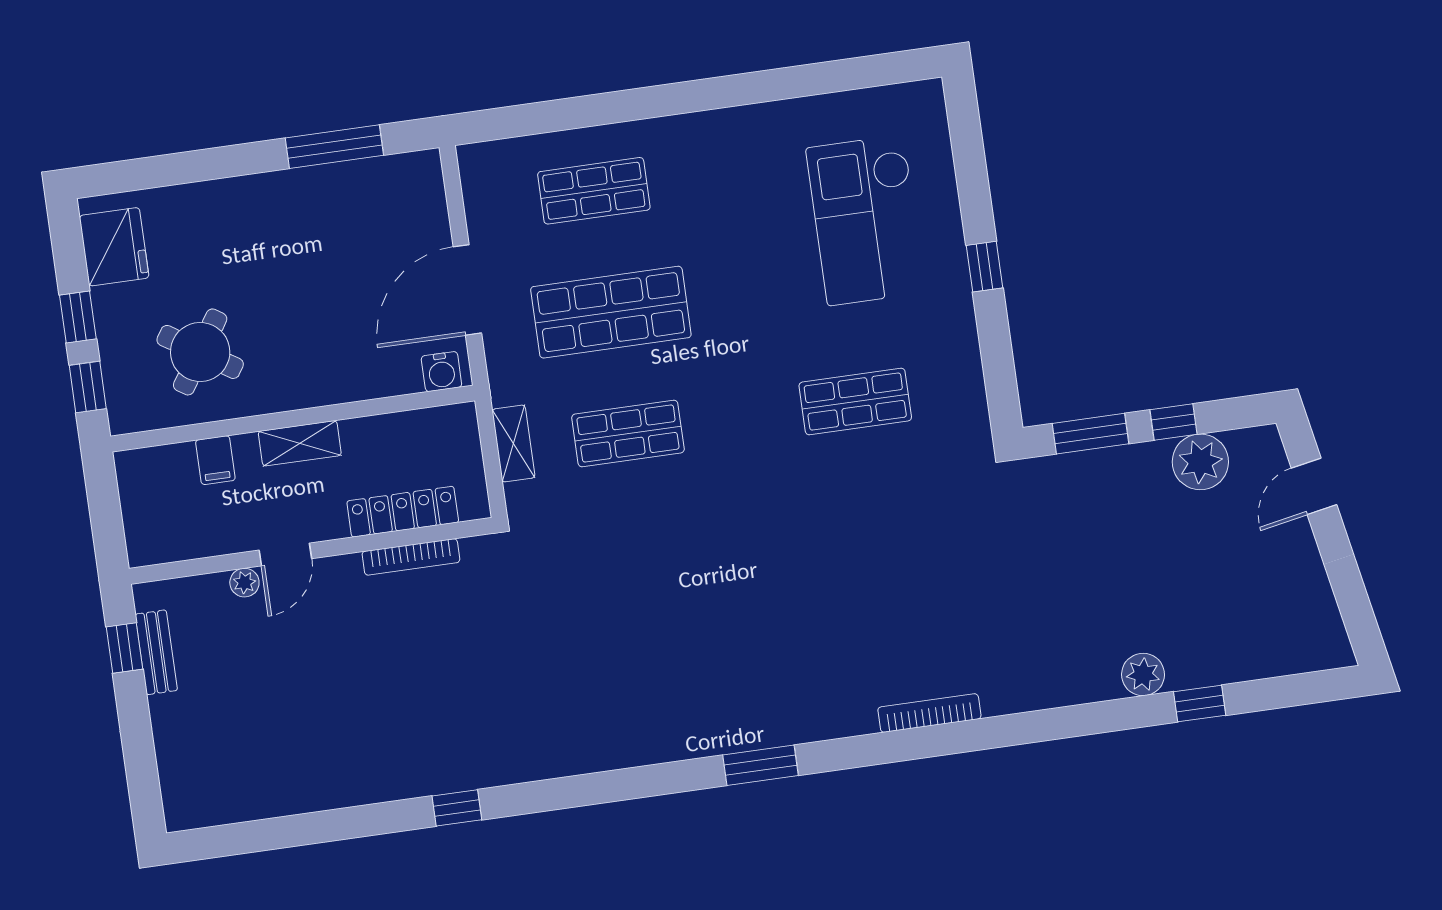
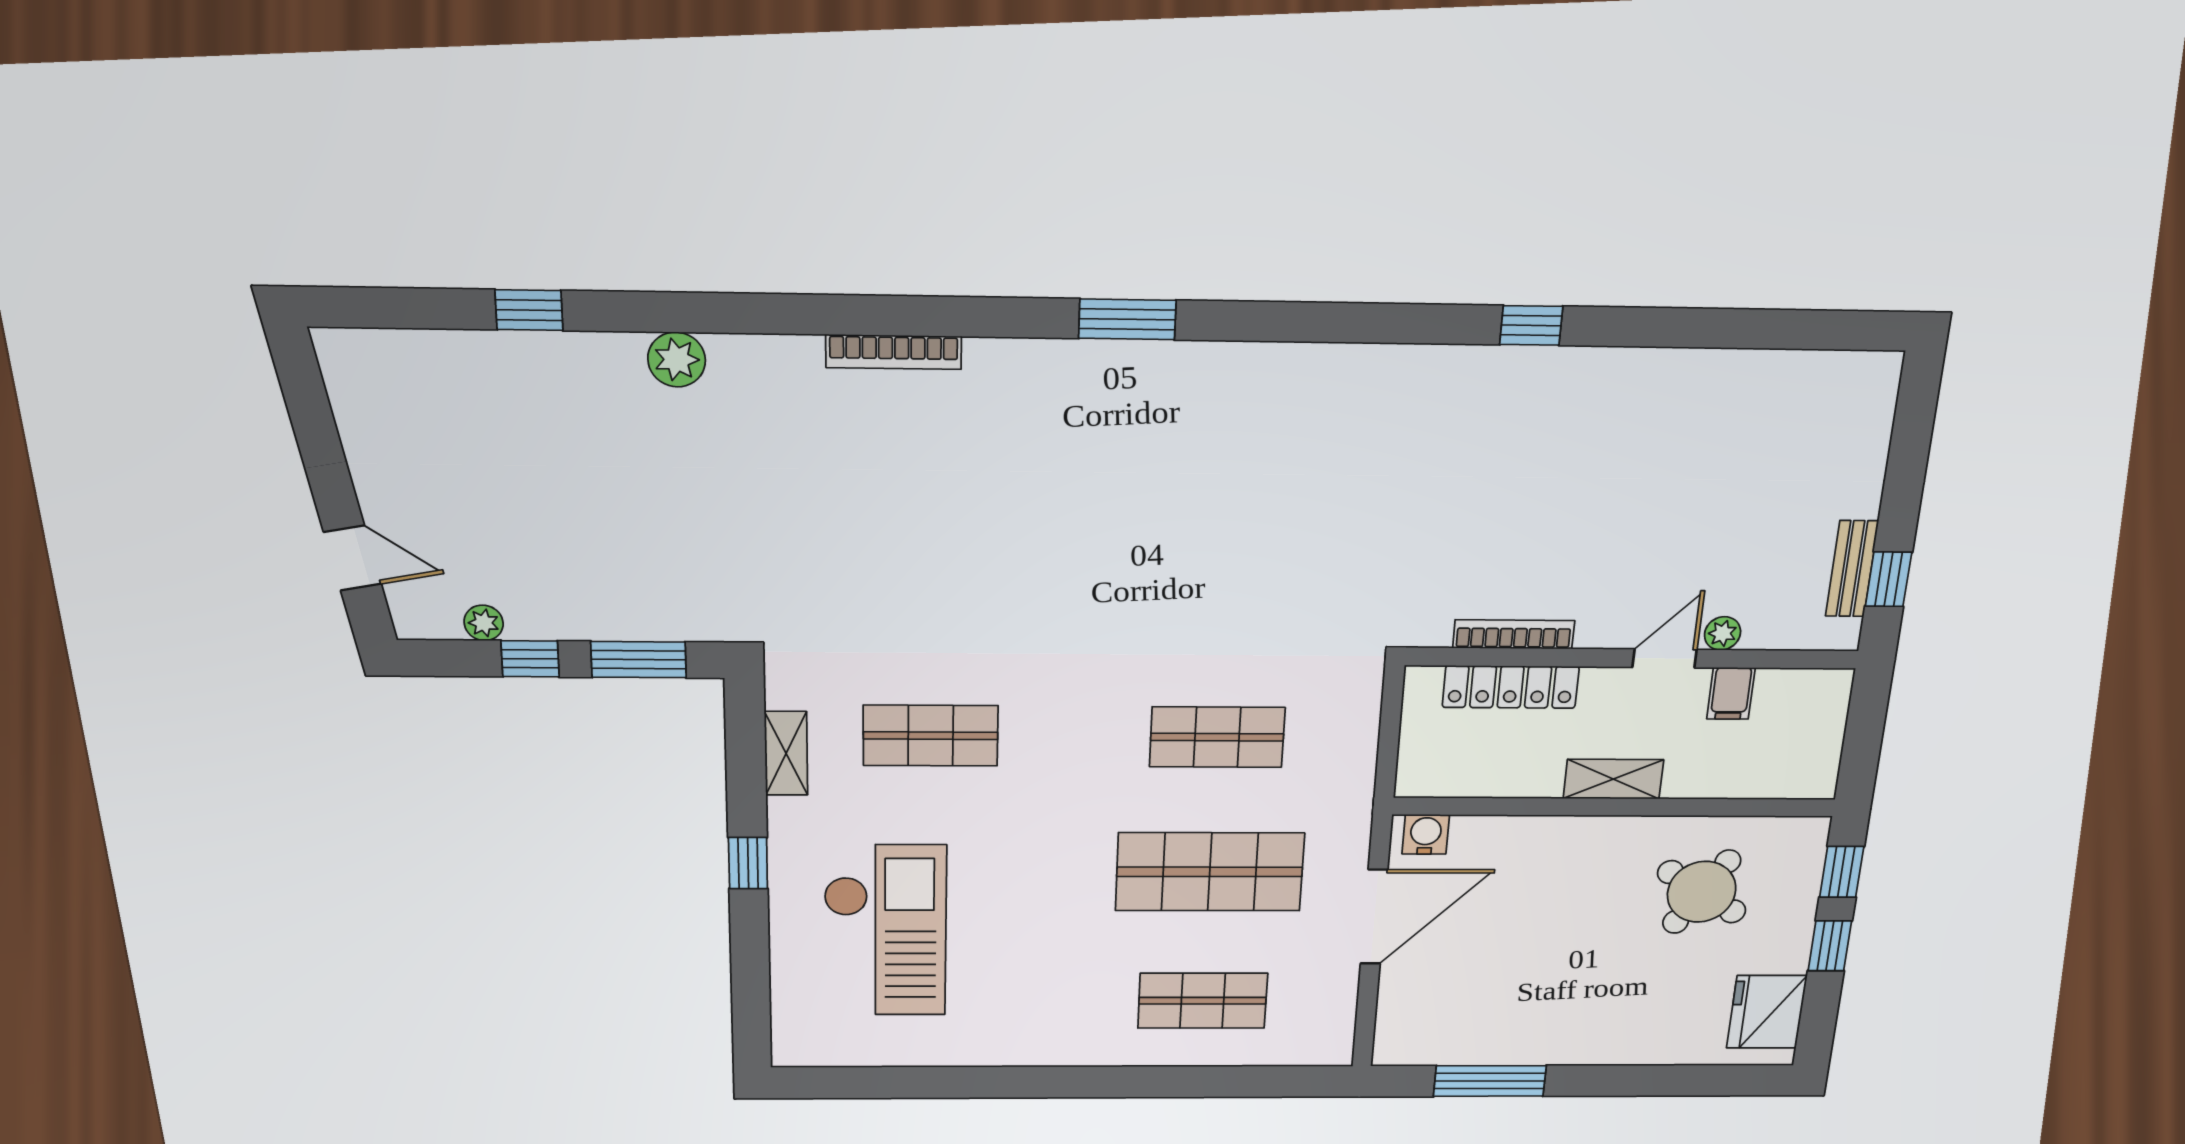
shelving: (513, 443) -> (786, 753), moved
filing cabinet: (215, 460) -> (1731, 693), moved, turned 180
plant: (1200, 462) -> (484, 623), width x0.53, depth x0.53
door: (1314, 486) -> (352, 558), hinge flipped
plant: (1143, 674) -> (677, 360), moved

